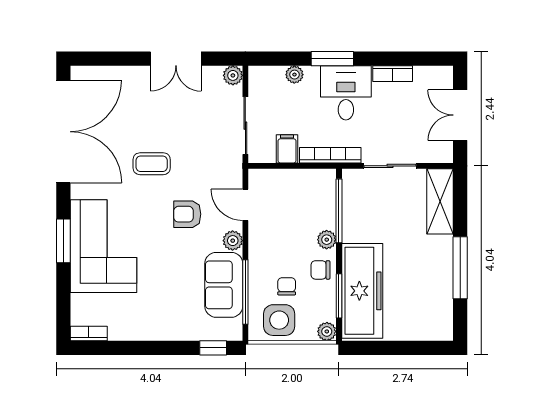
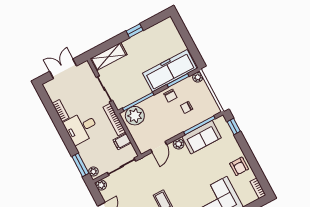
window: (332, 59) -> (80, 165), moved
plant: (294, 75) -> (93, 172), moved
double door: (460, 115) -> (63, 69), swing flipped
armchair: (187, 214) -> (239, 166), moved
plant: (327, 240) -> (135, 116), moved, width x1.87, depth x1.87
window: (460, 268) -> (135, 31), width x0.46
side table: (279, 320) -> (204, 102), removed

